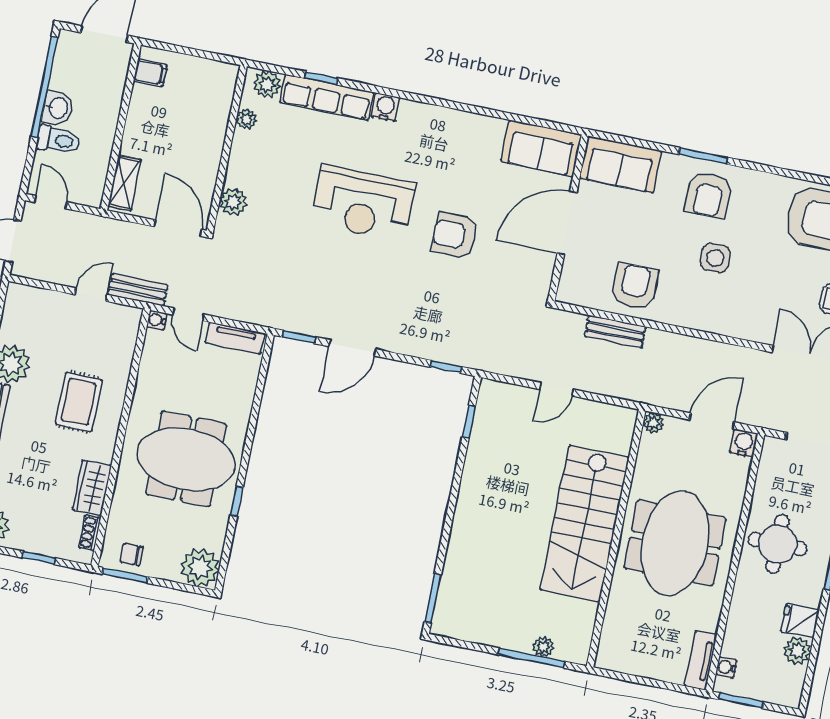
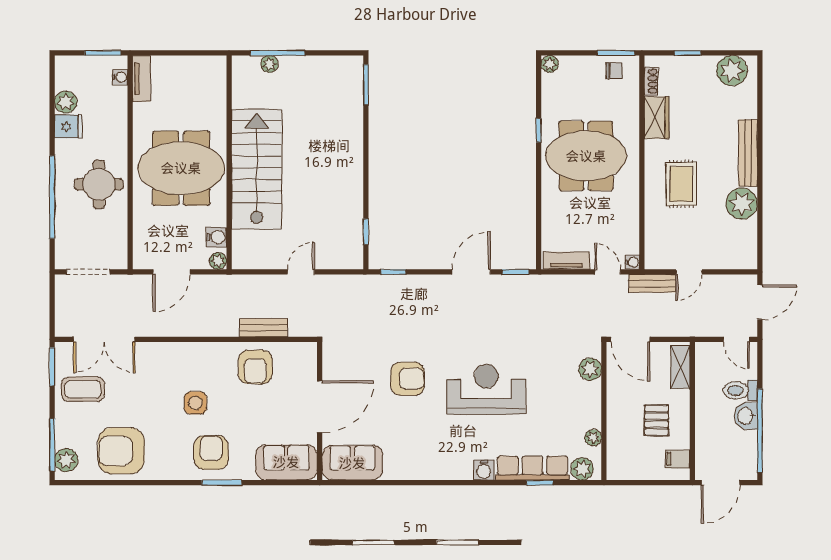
pallet: (166, 124) -> (657, 420), added
water cooler: (744, 443) -> (217, 237), moved, turned -90
meeting table: (675, 543) -> (181, 168), turned 90
plant: (200, 568) -> (550, 64), width x0.53, depth x0.53

